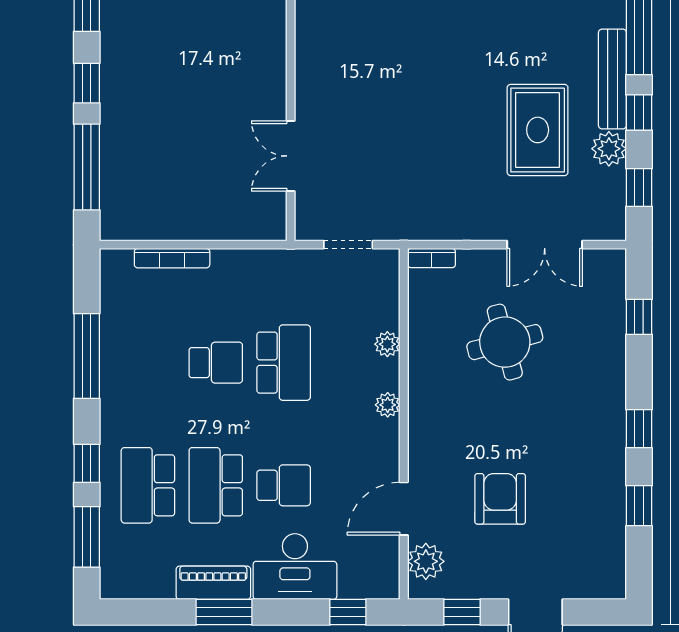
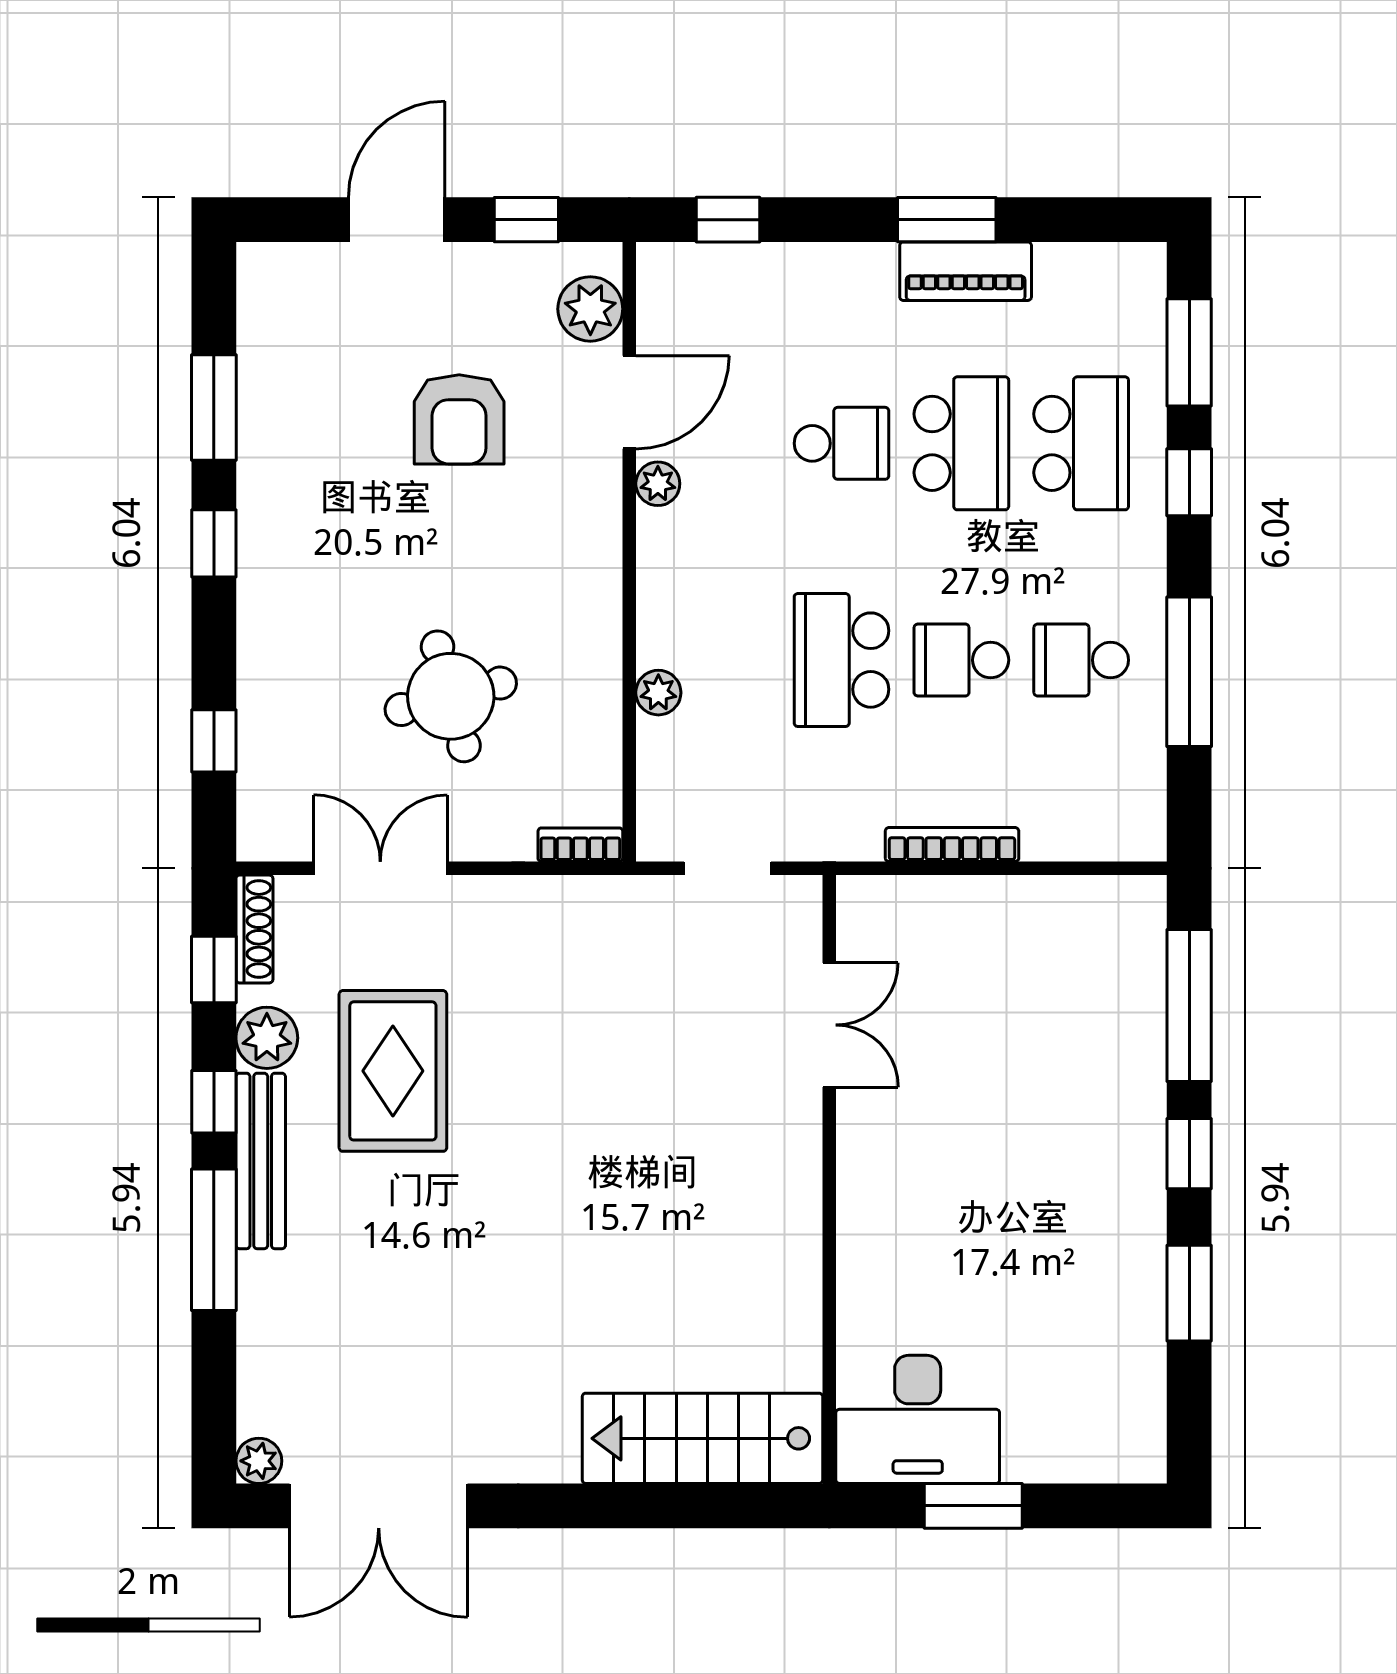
shoe rack: (616, 210) -> (254, 929), added
bookcase: (172, 258) -> (952, 845), moved
school desk: (148, 363) -> (1081, 660), added
plant: (388, 405) -> (658, 484), moved
school desk: (284, 485) -> (842, 443), turned 180
window: (639, 506) -> (214, 408), width x1.50
desk: (295, 567) -> (821, 300), removed

